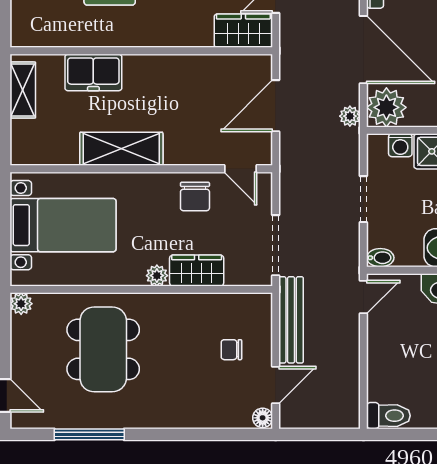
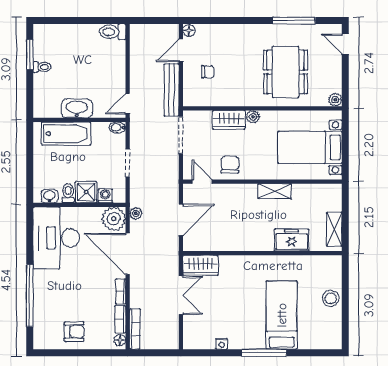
shelving: (121, 149) -> (275, 191), width x0.67, depth x0.75

